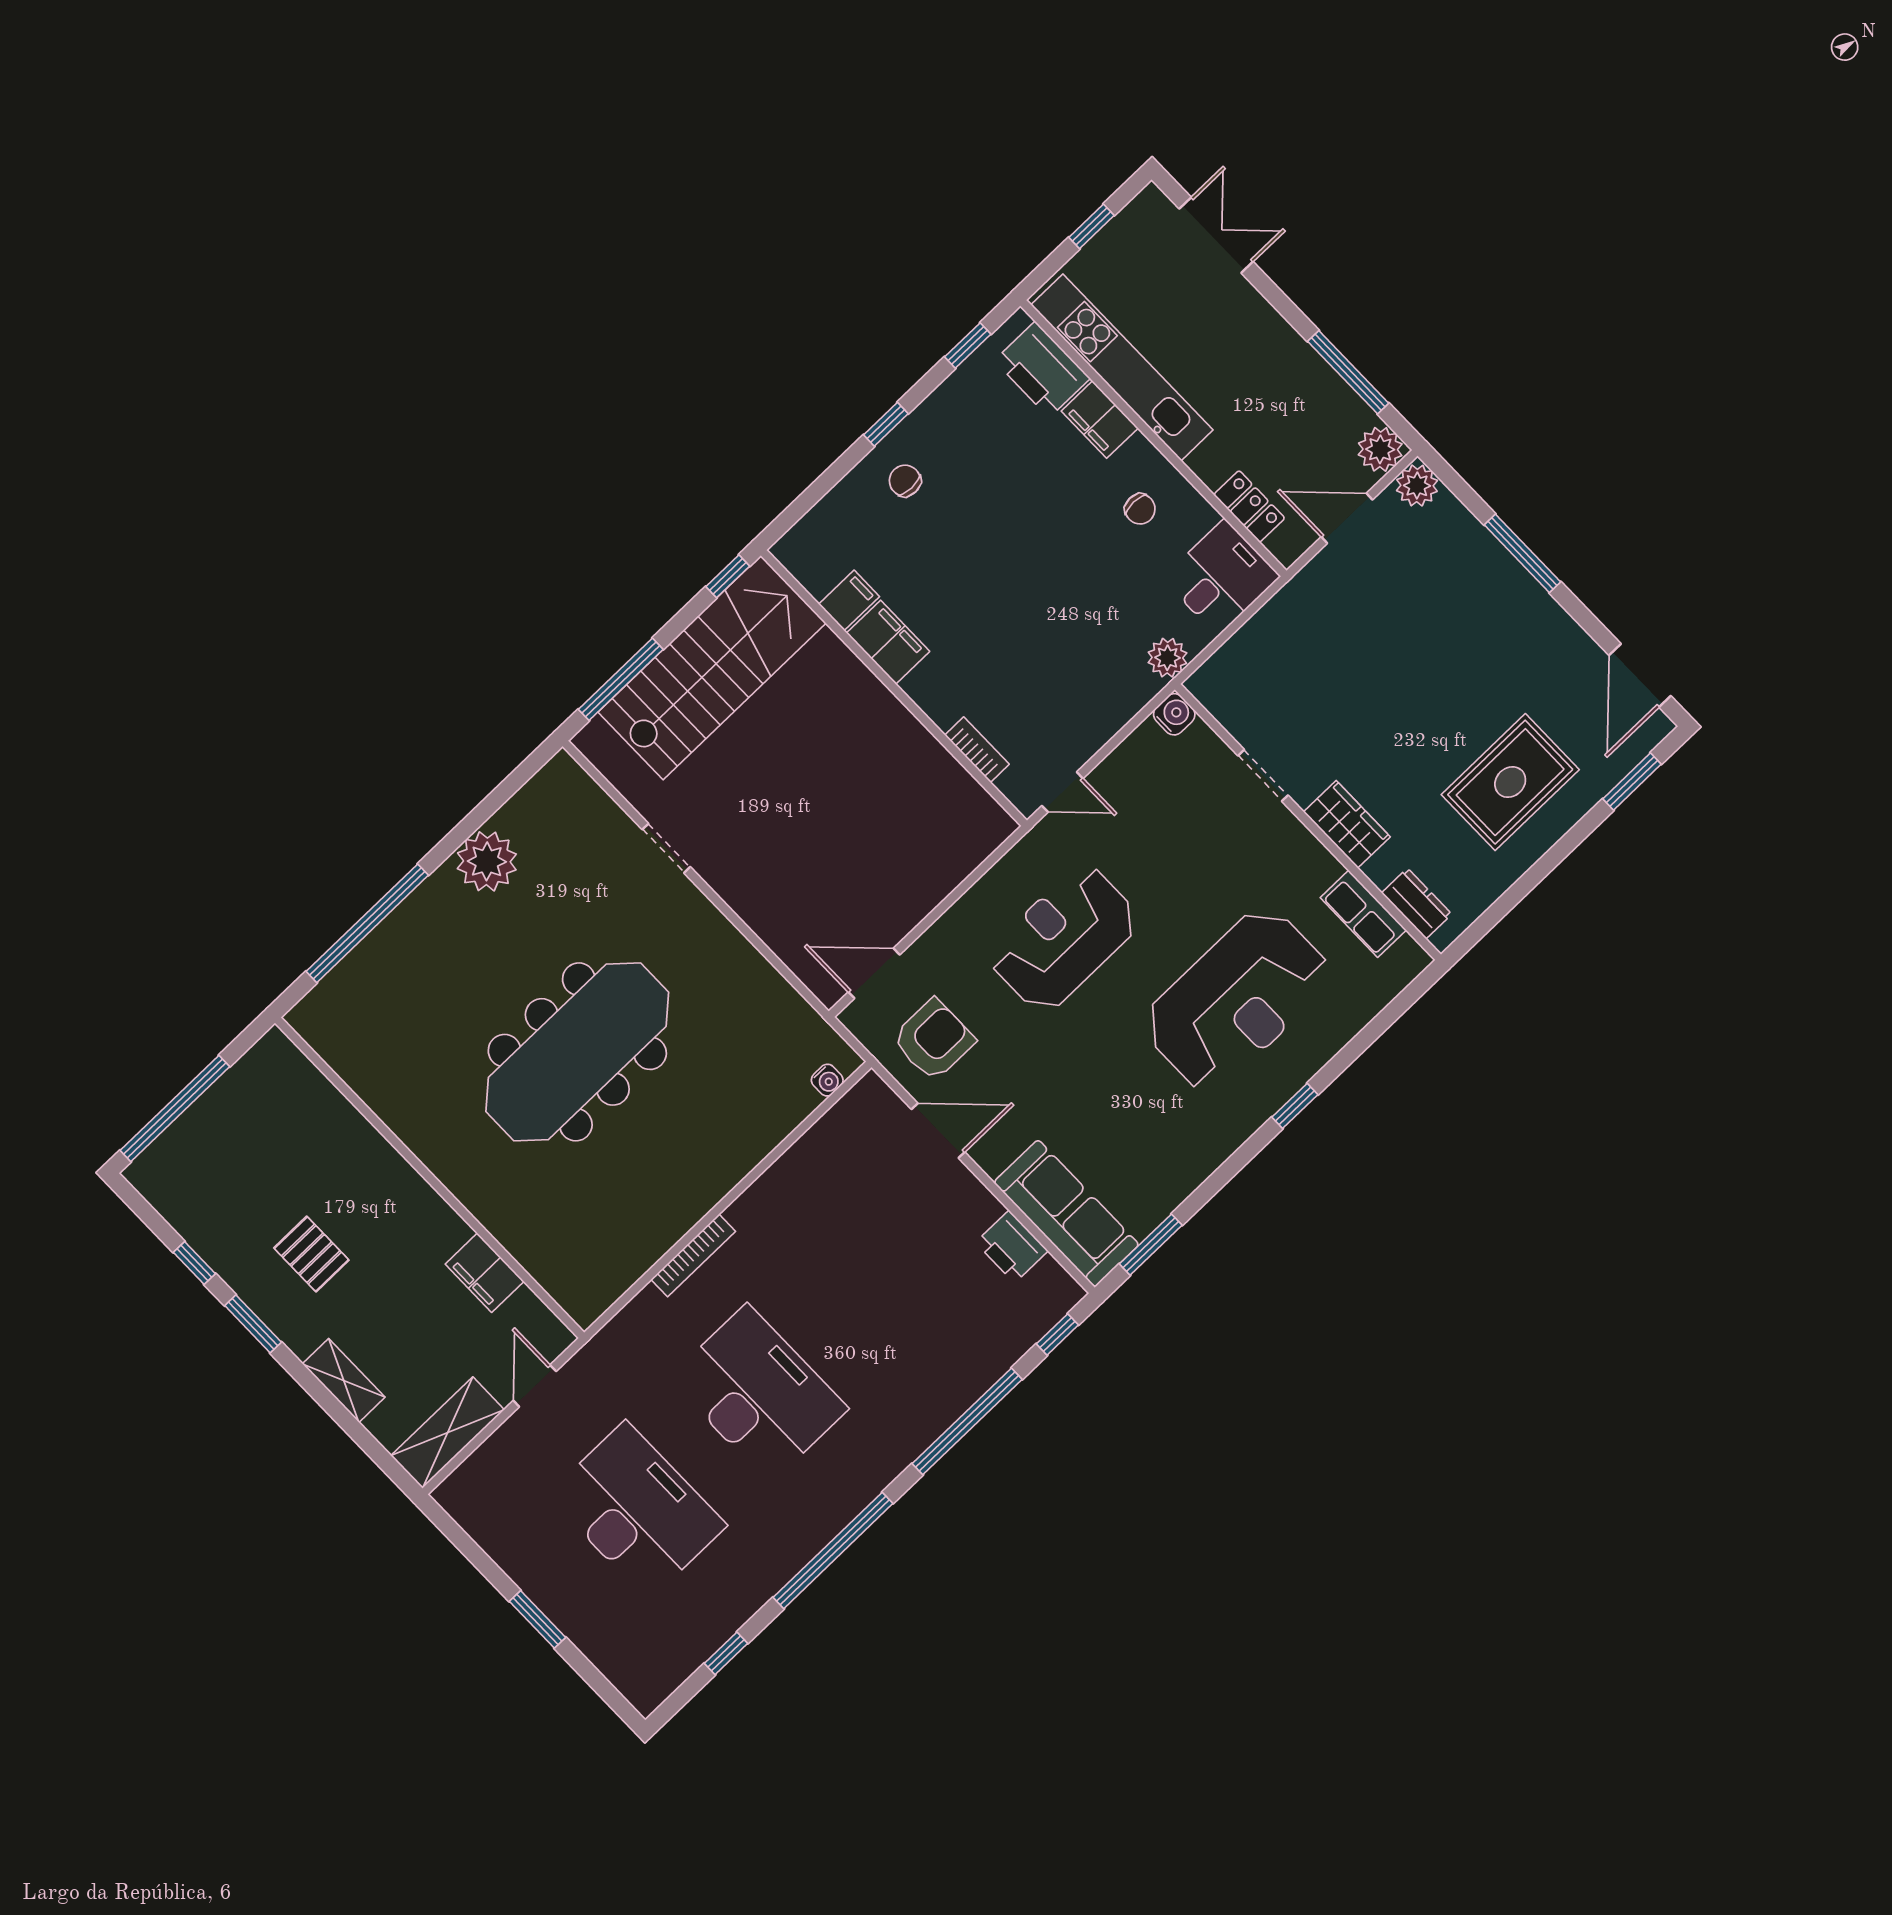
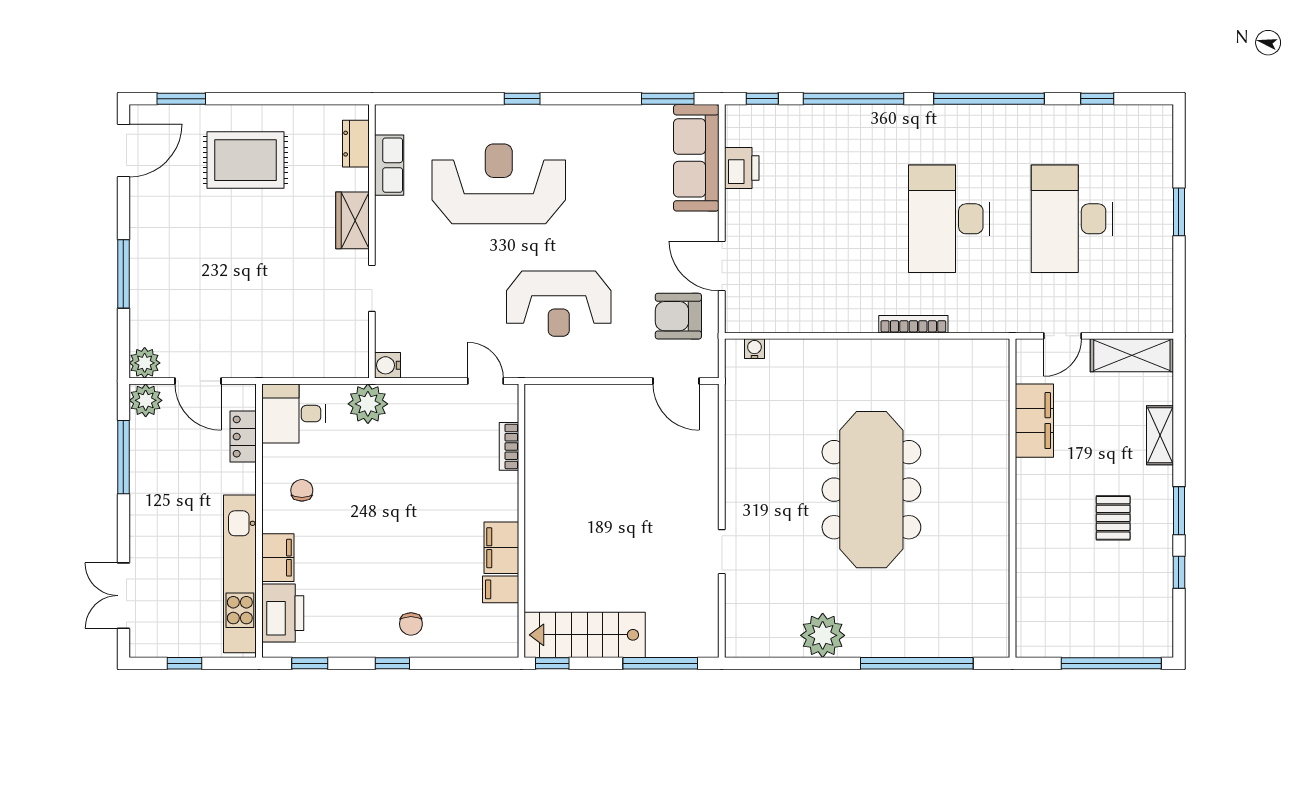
plant: (1167, 658) -> (368, 404), width x1.36, depth x1.36
stairs: (712, 668) -> (585, 635), width x0.73, depth x0.66
meeting table: (577, 1052) -> (871, 490), turned 90
filing cabinet: (485, 1273) -> (1034, 421), width x1.50, depth x1.17

